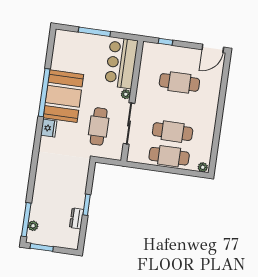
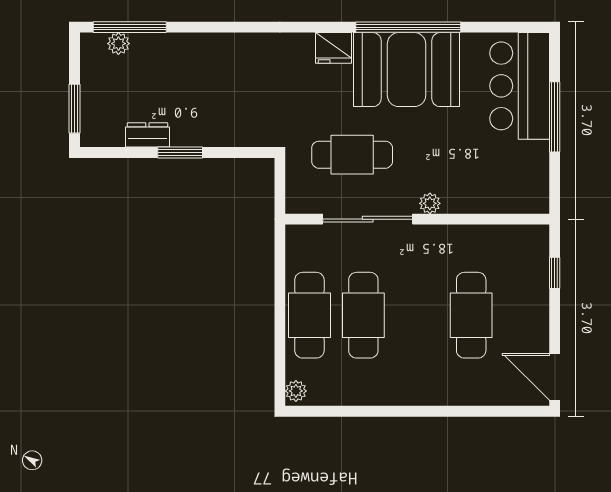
bar counter: (121, 63) -> (520, 86), moved, turned -90
window: (42, 247) -> (74, 109), moved

